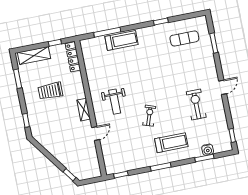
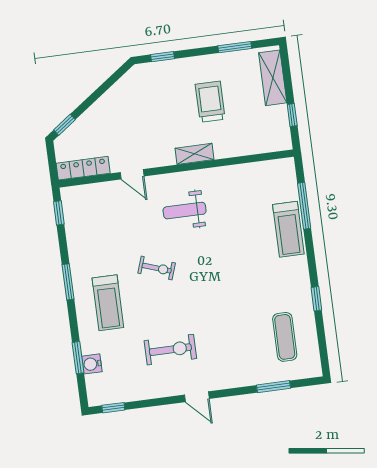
locker: (73, 57) -> (83, 168), moved
shelving: (84, 110) -> (194, 154), moved

